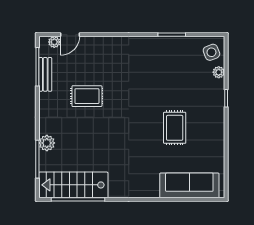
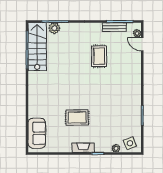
fireplace: (218, 119) -> (83, 148), added
plant: (47, 143) -> (54, 28), moved
sofa: (189, 185) -> (37, 133), width x0.73

